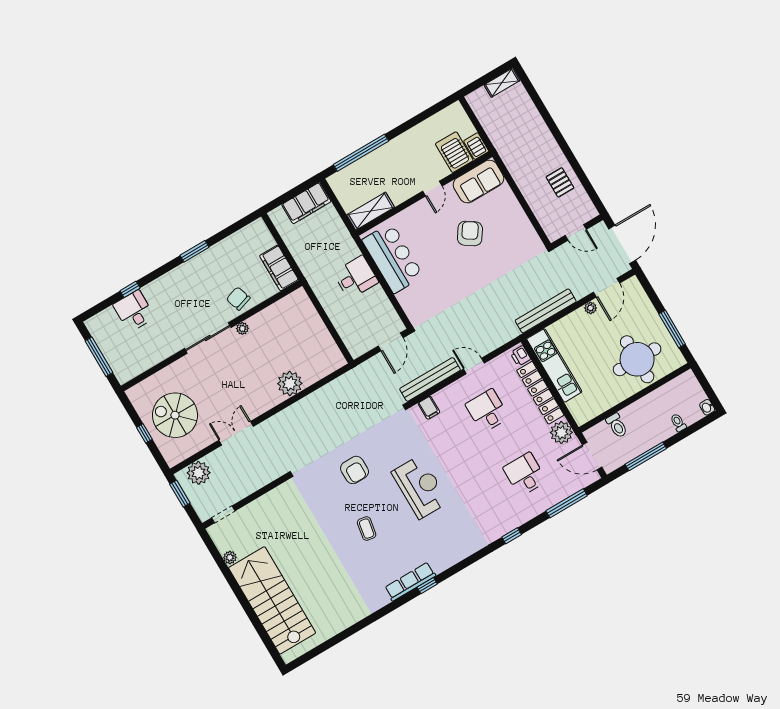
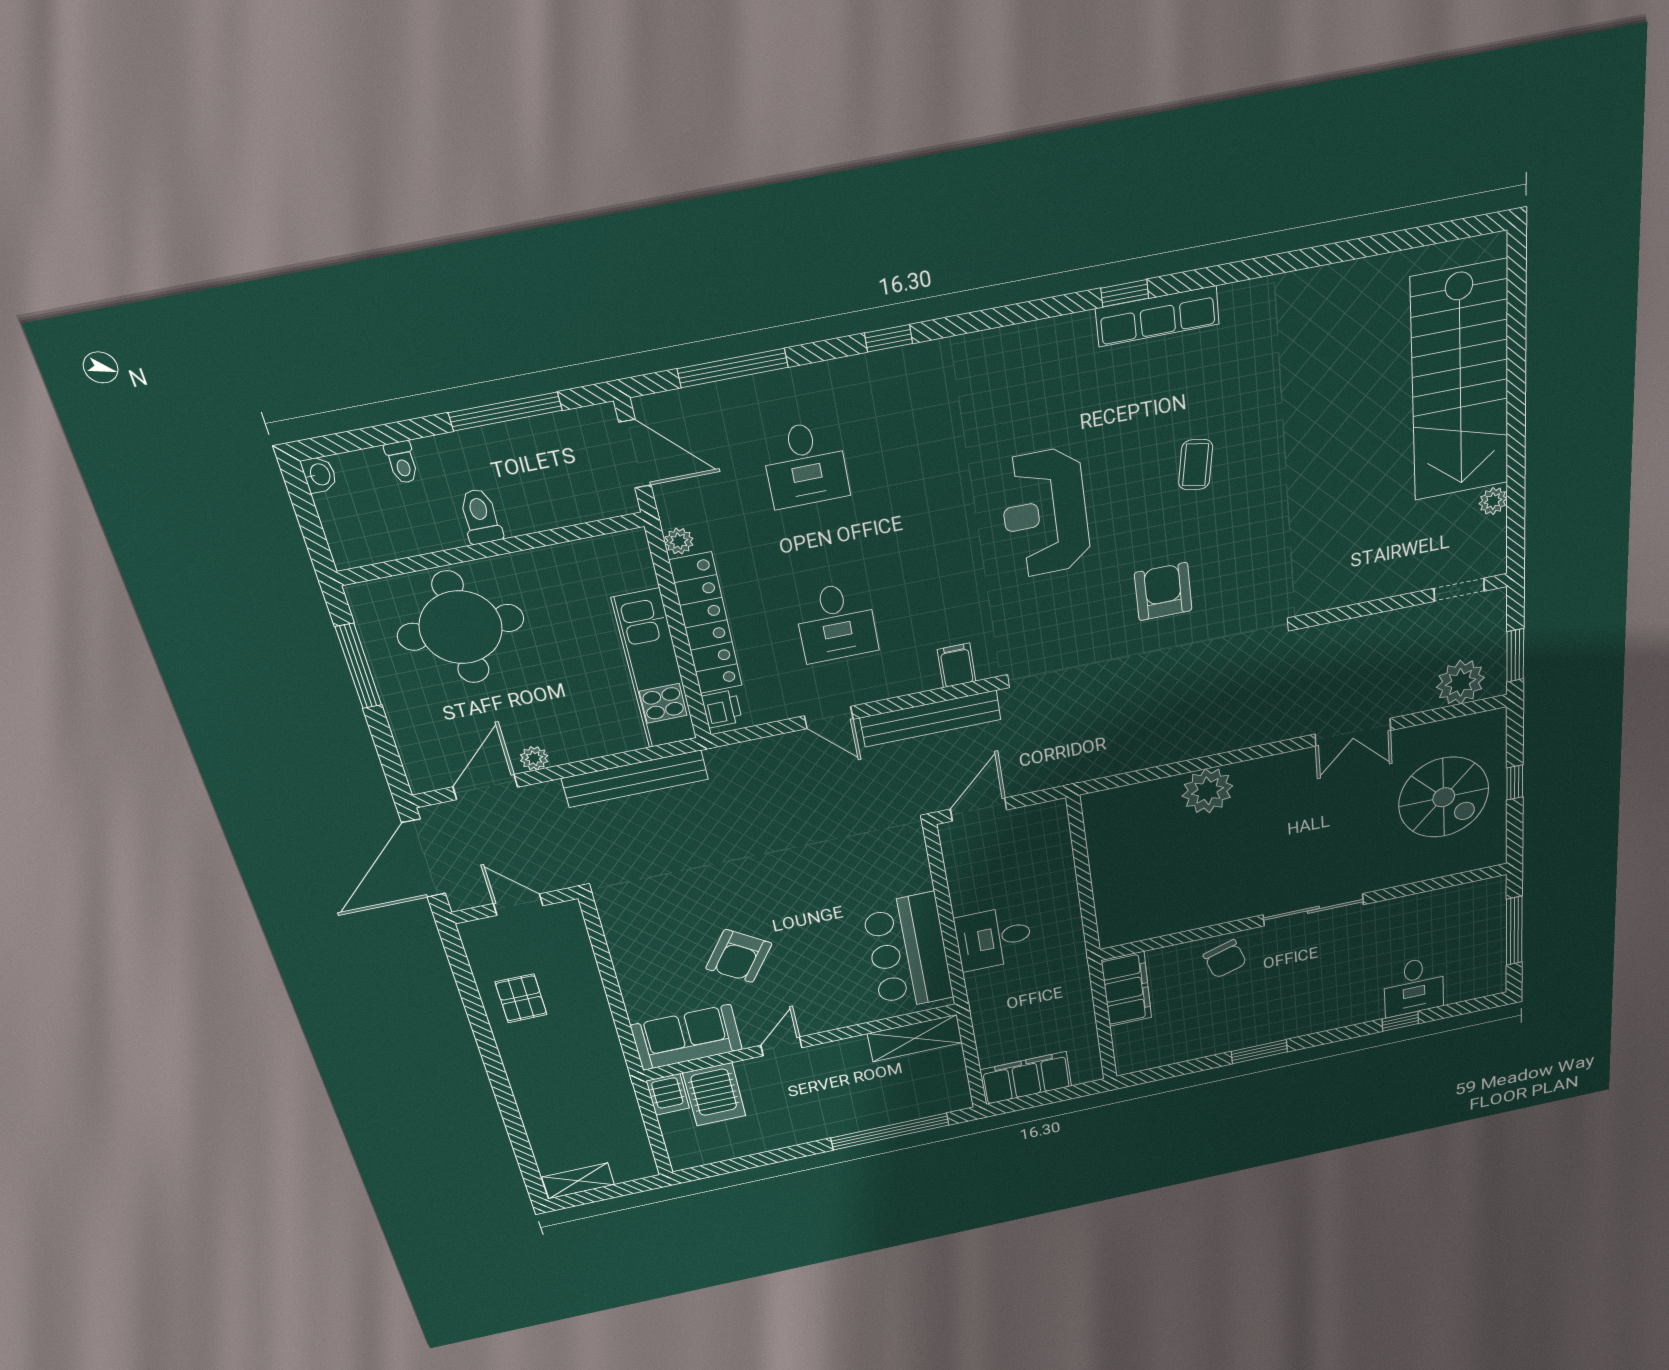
plant: (242, 328) -> (1244, 909), removed
toilet: (617, 426) -> (480, 516), moved
plant: (561, 433) -> (679, 541), width x0.53, depth x0.53

